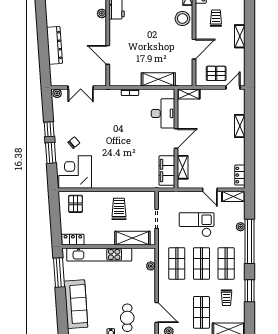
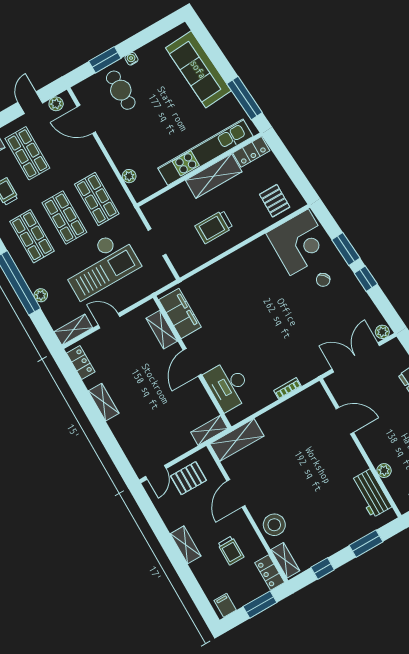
shelving: (158, 79) -> (237, 440), moved
double door: (81, 87) -> (356, 357), width x1.37
shelving: (240, 126) -> (104, 402), moved
trolley: (119, 209) -> (214, 227), turned 90
checkout: (197, 225) -> (100, 265), width x1.36, depth x1.21
shelving: (132, 238) -> (214, 176), moved

